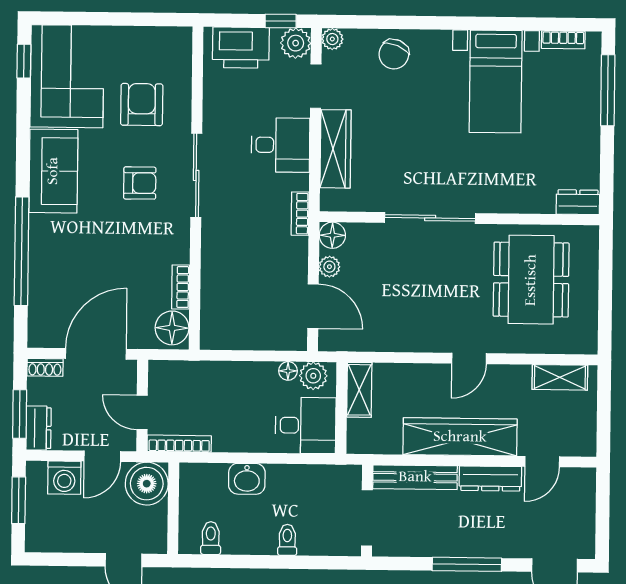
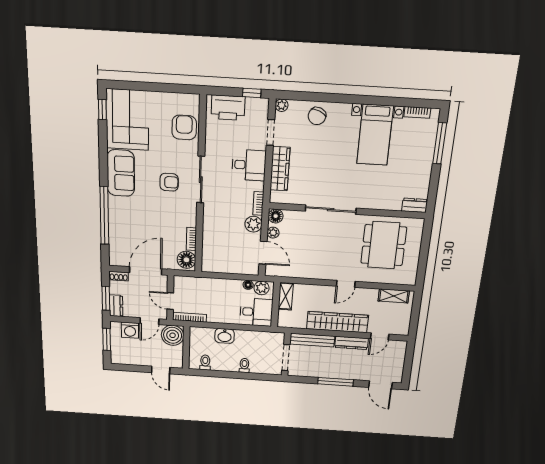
plant: (296, 43) -> (253, 224), moved
armchair: (142, 105) -> (184, 127), moved

